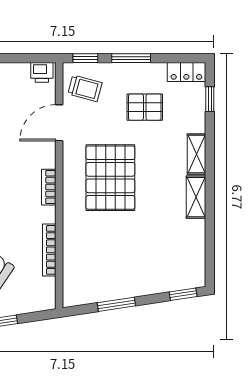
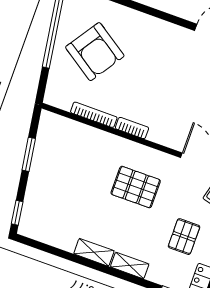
pallet: (110, 178) -> (136, 187), width x0.73, depth x0.71
bookcase: (49, 187) -> (132, 128), moved

